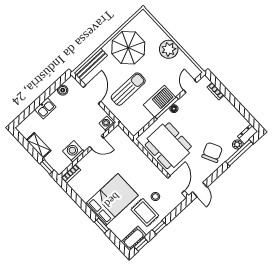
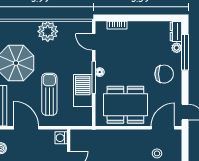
barbecue: (160, 101) -> (83, 90), moved
chair: (212, 152) -> (164, 74), turned 116
door: (176, 185) -> (163, 128), hinge flipped

